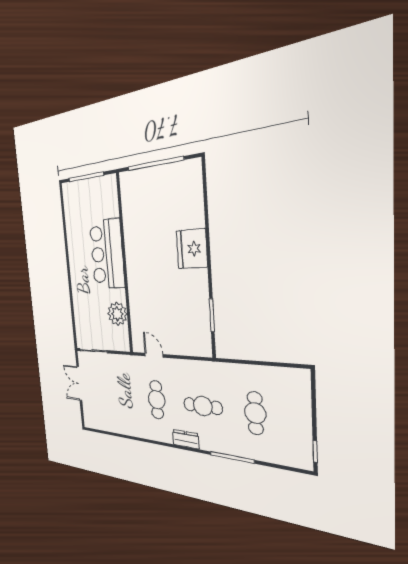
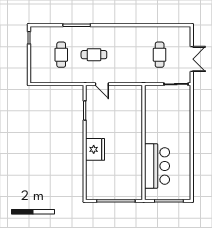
bar counter: (107, 254) -> (157, 166), moved
plant: (117, 314) -> (153, 110), removed
door: (154, 355) -> (102, 84), moved
cafe table: (157, 400) -> (160, 55), moved
dresser: (186, 439) -> (107, 31), removed

